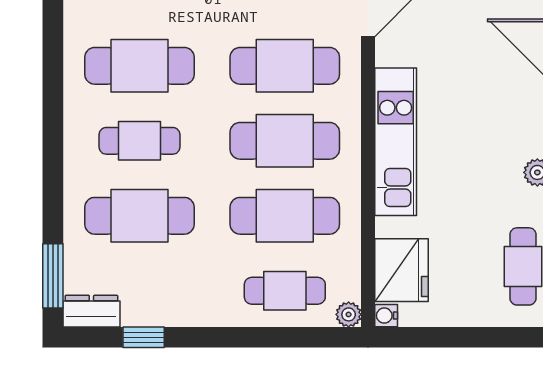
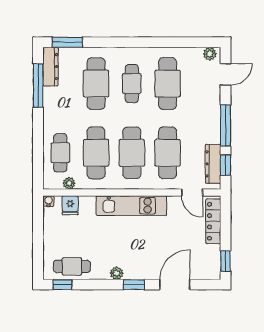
fridge: (401, 270) -> (70, 205), width x0.53, depth x0.75
dresser: (91, 311) -> (51, 67), width x1.44
plant: (349, 314) -> (69, 183), moved
window: (144, 337) -> (38, 86), width x2.17

